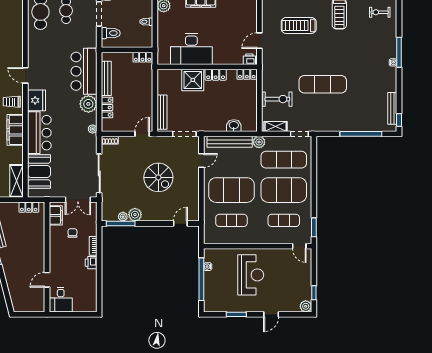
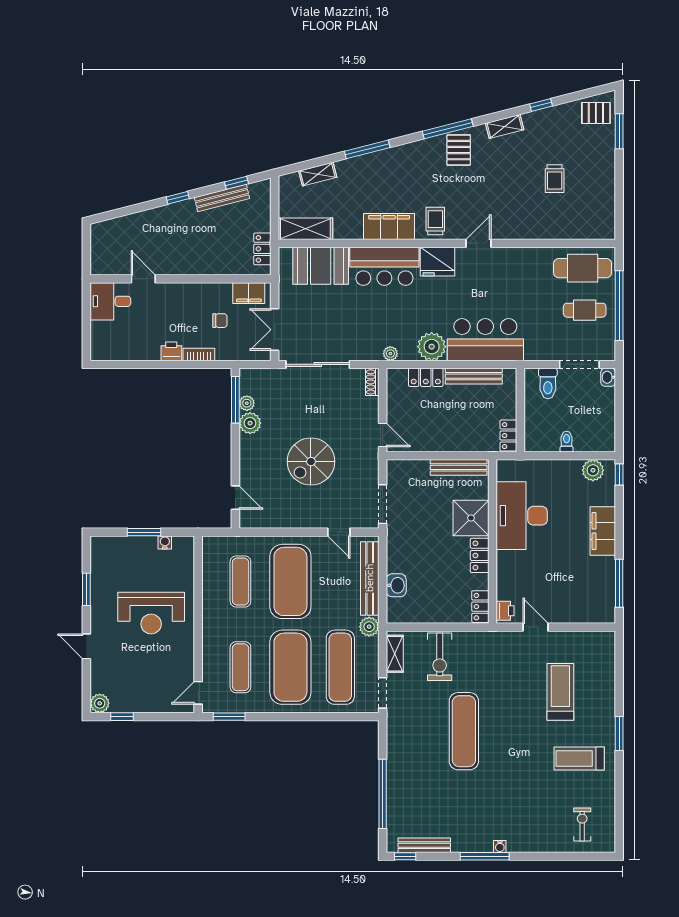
window: (399, 52) -> (485, 856), moved
bench: (162, 112) -> (459, 467), moved
window: (201, 279) -> (144, 532), width x0.47

